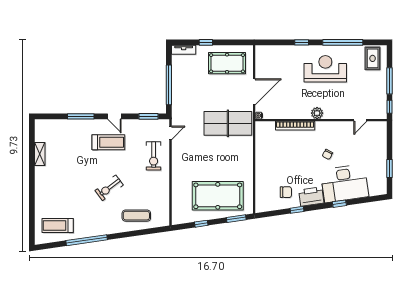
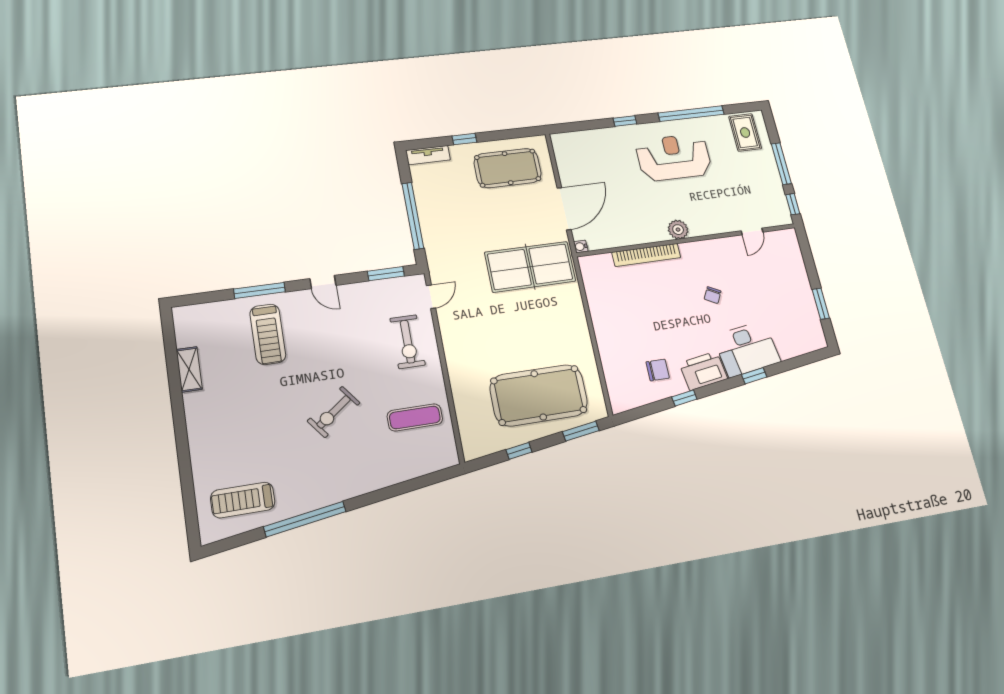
treadmill: (108, 142) -> (268, 334), moved, turned 90
desk: (344, 183) -> (747, 349), width x0.73, depth x0.77
exercise mat: (136, 216) -> (415, 417), moved

